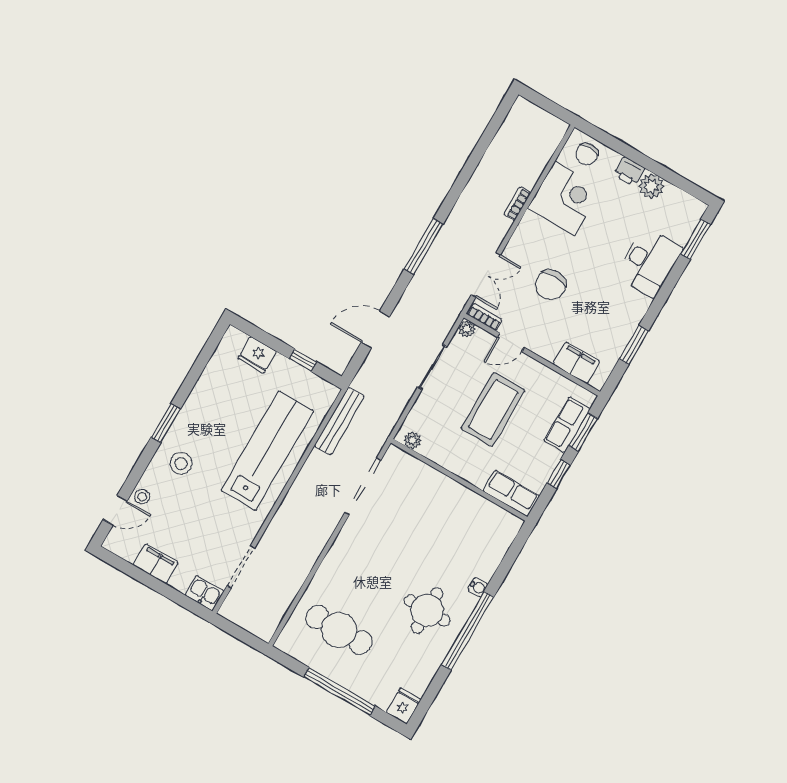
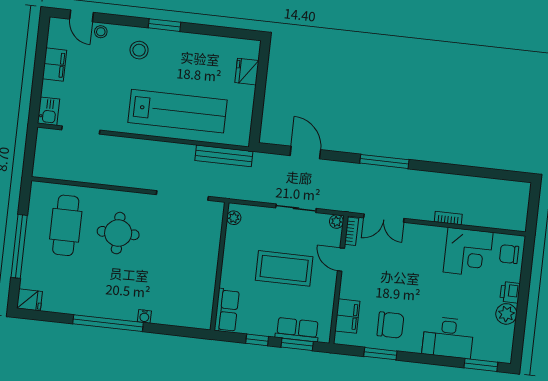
chair: (551, 285) -> (390, 325), moved, turned 180
window: (303, 360) -> (258, 108), removed
round table: (427, 611) -> (118, 233), moved

